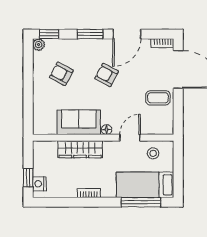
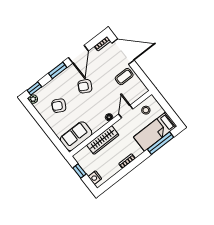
sofa: (79, 122) -> (76, 136), moved
window: (28, 178) -> (79, 171), moved

